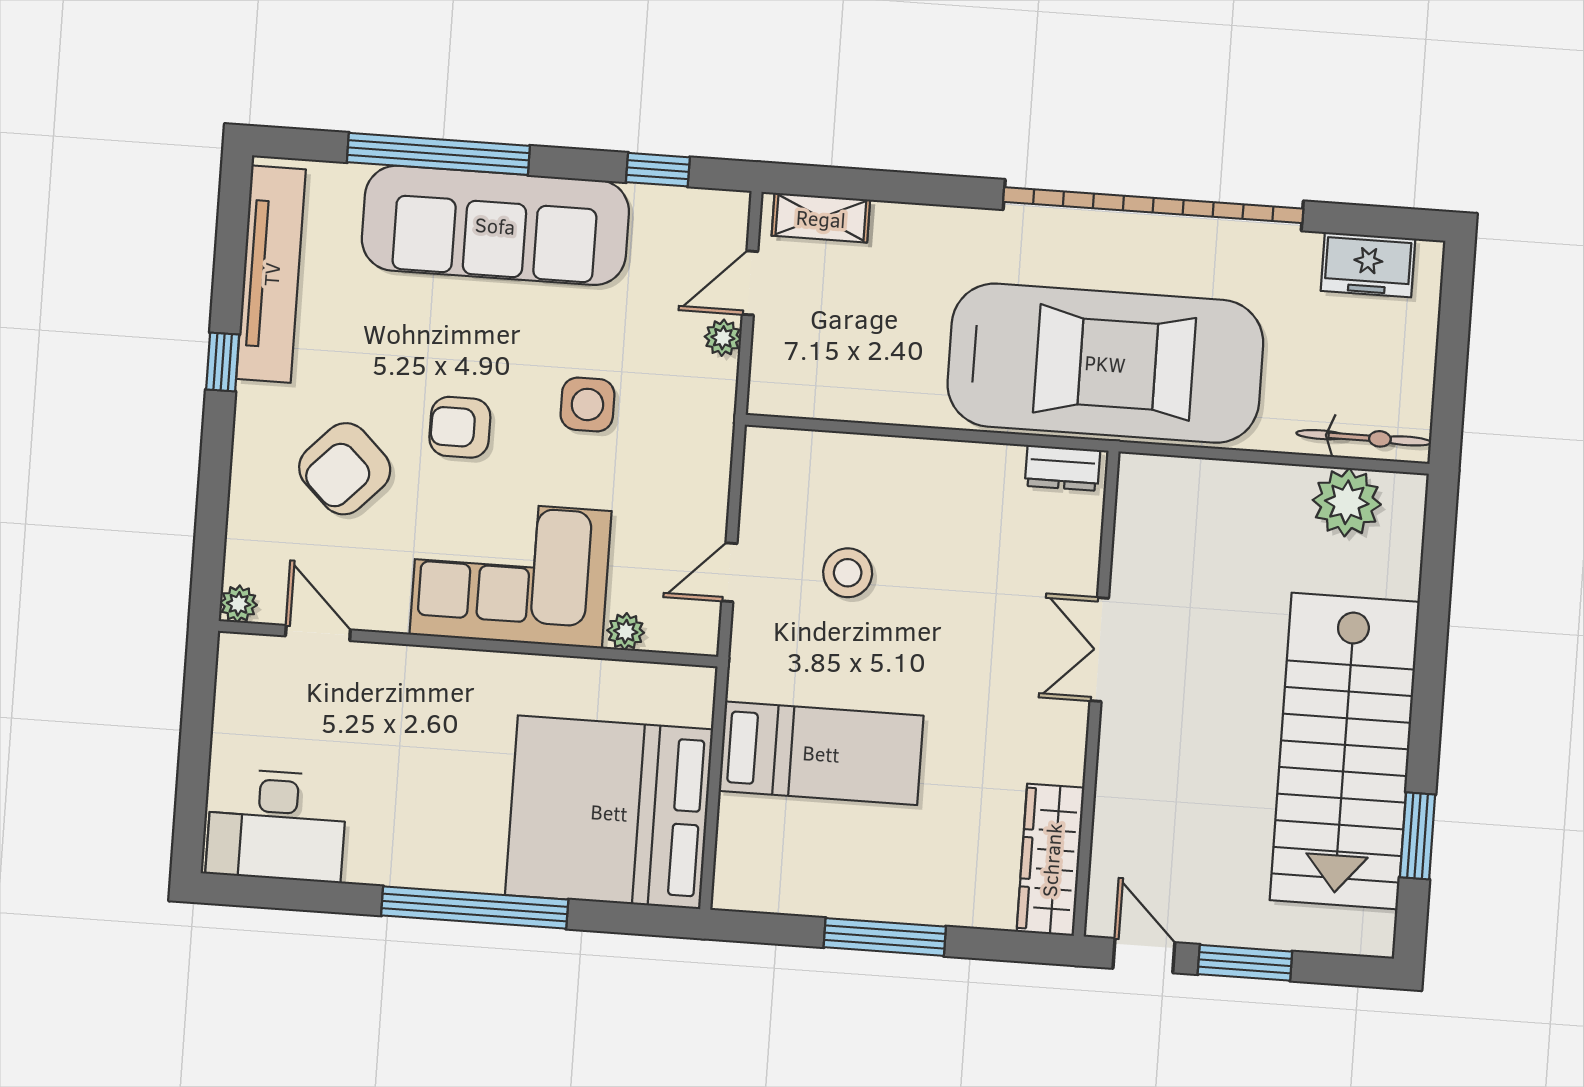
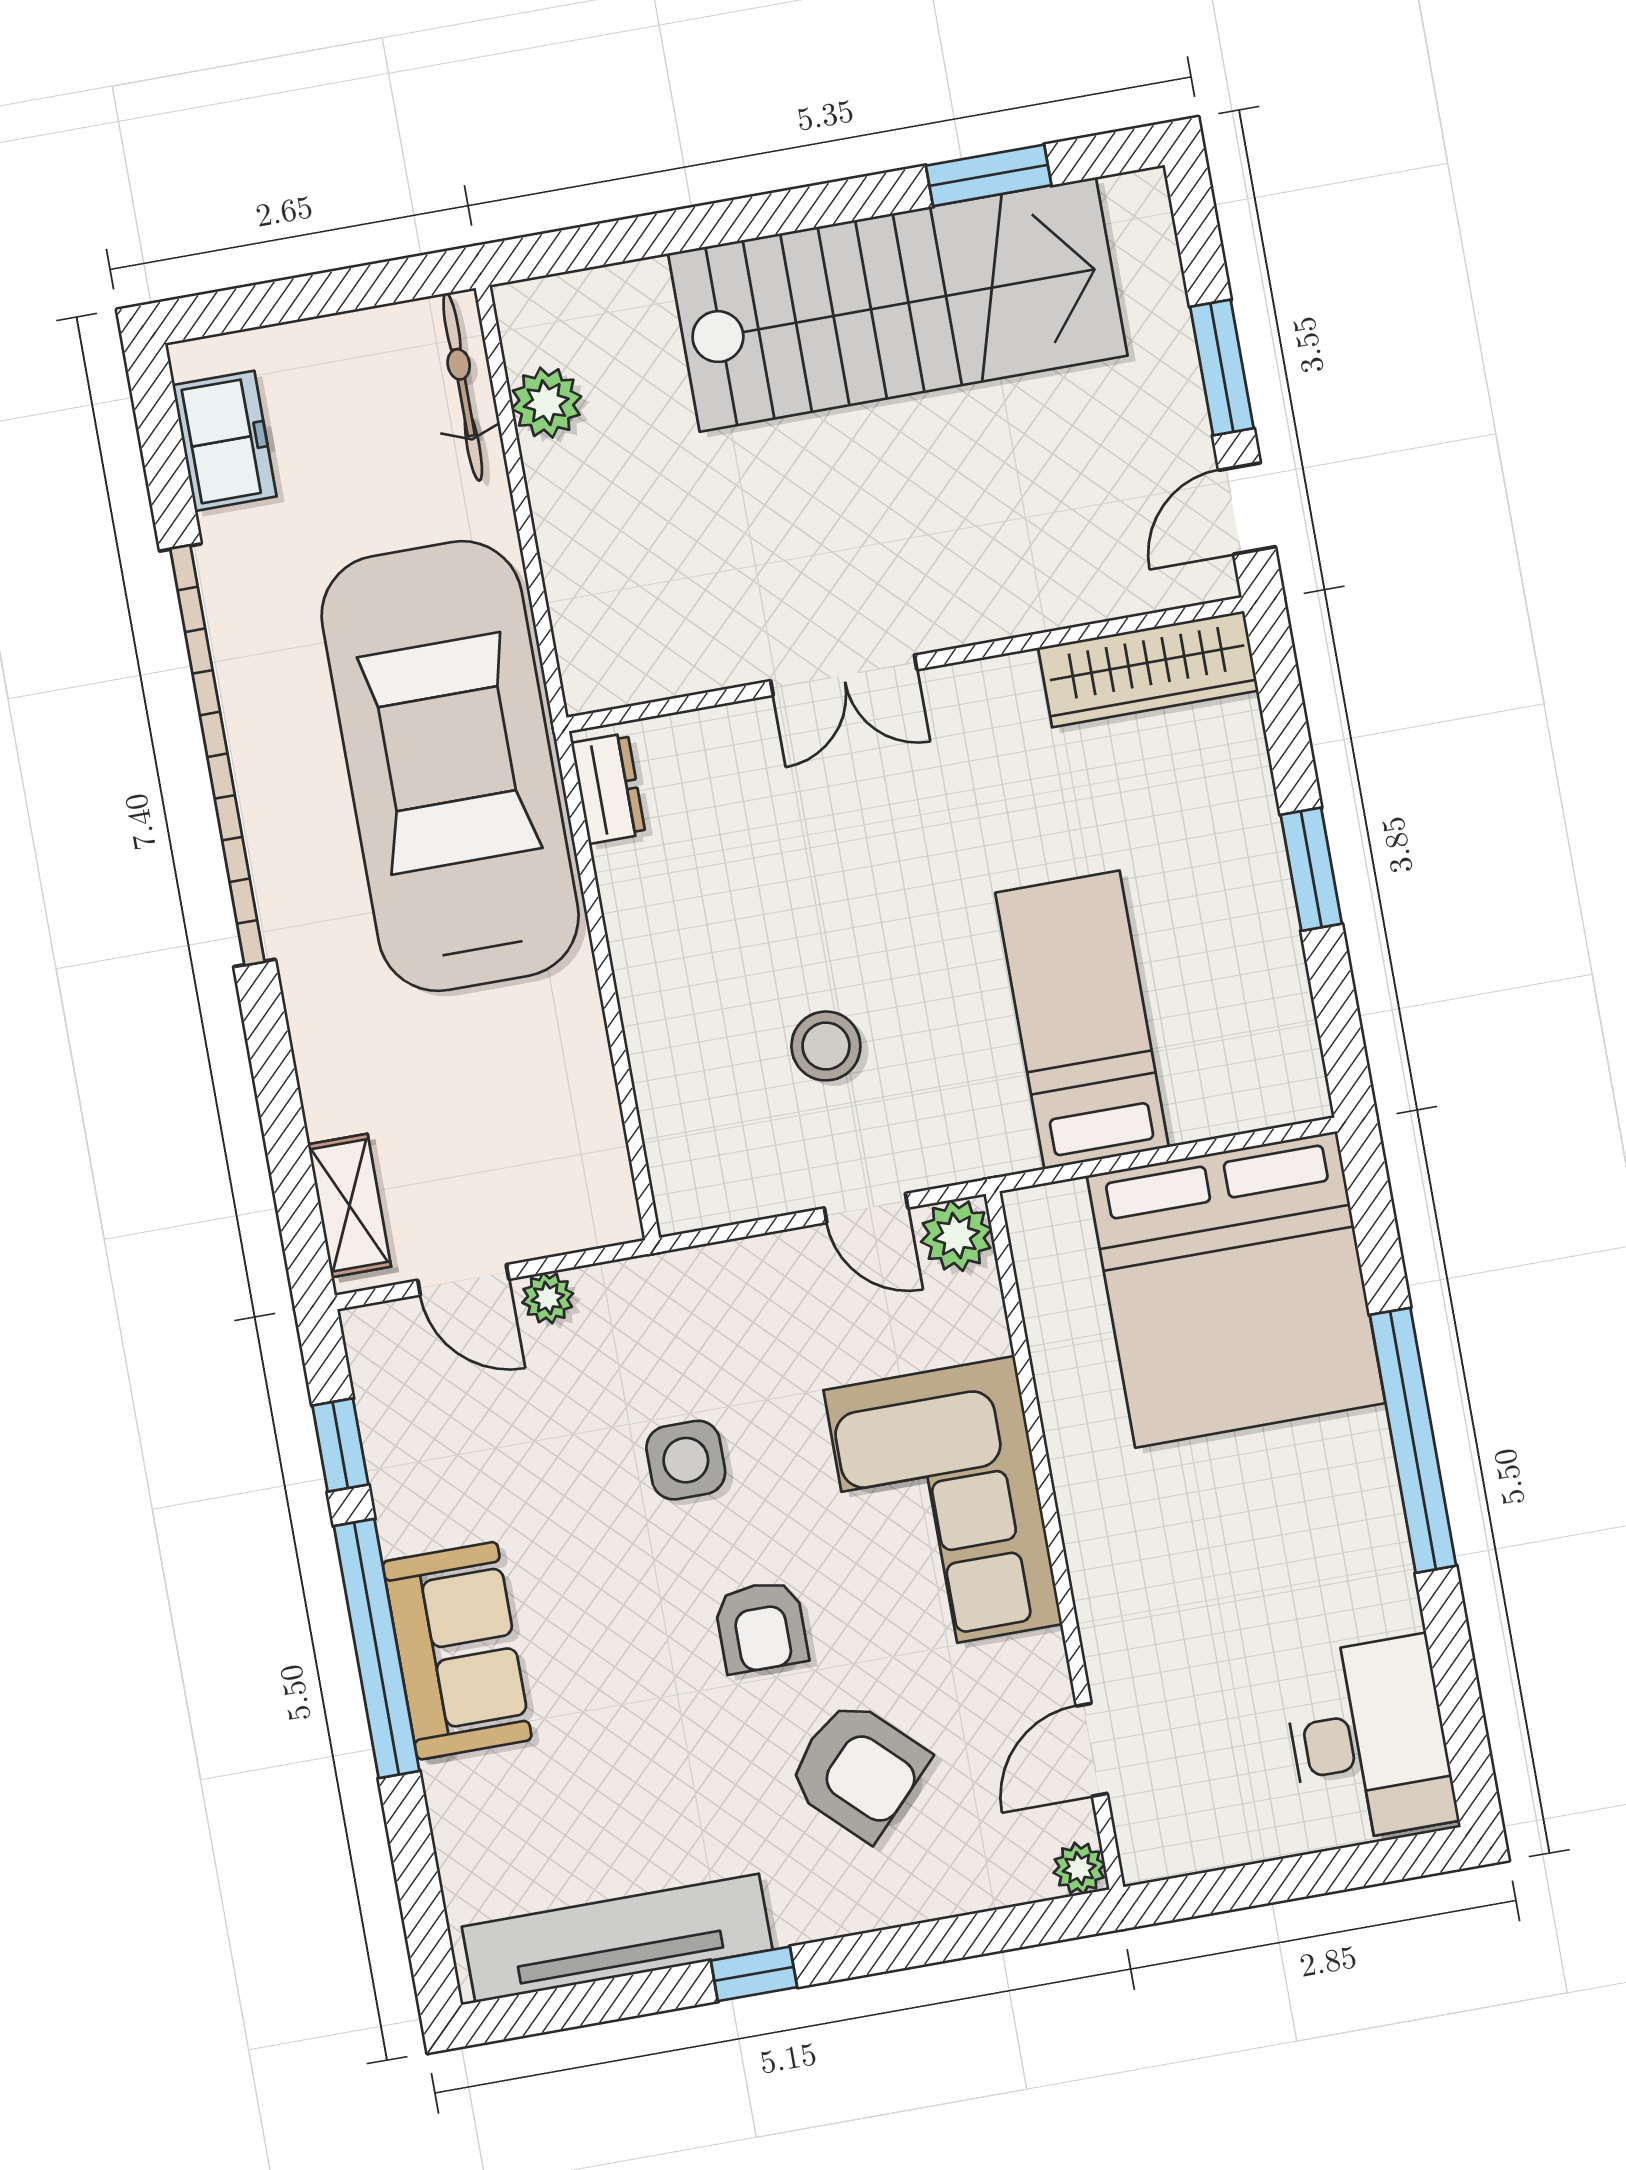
window: (438, 154) -> (377, 1648), moved
sofa: (495, 225) -> (457, 1651), width x0.54, depth x0.79
plant: (1347, 502) -> (546, 403), width x0.73, depth x0.73
plant: (626, 632) -> (956, 1236), moved, width x1.38, depth x1.38
window: (885, 937) -> (1311, 869), width x0.69

